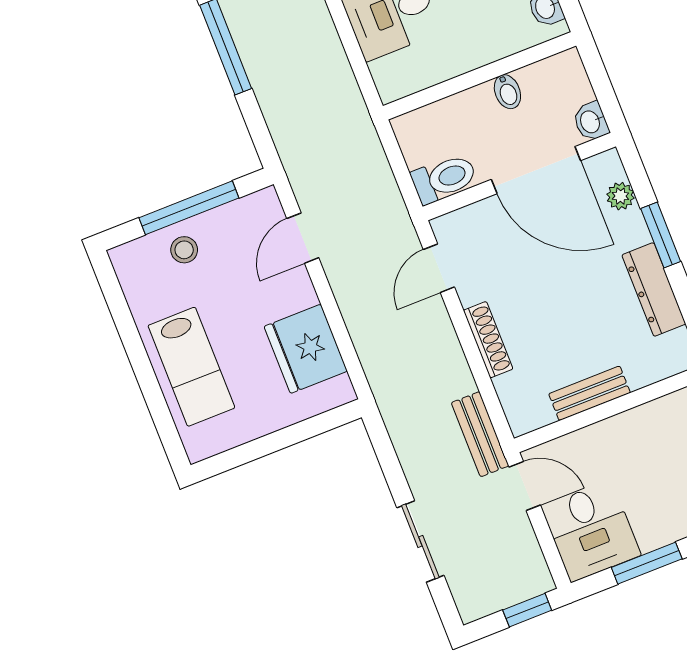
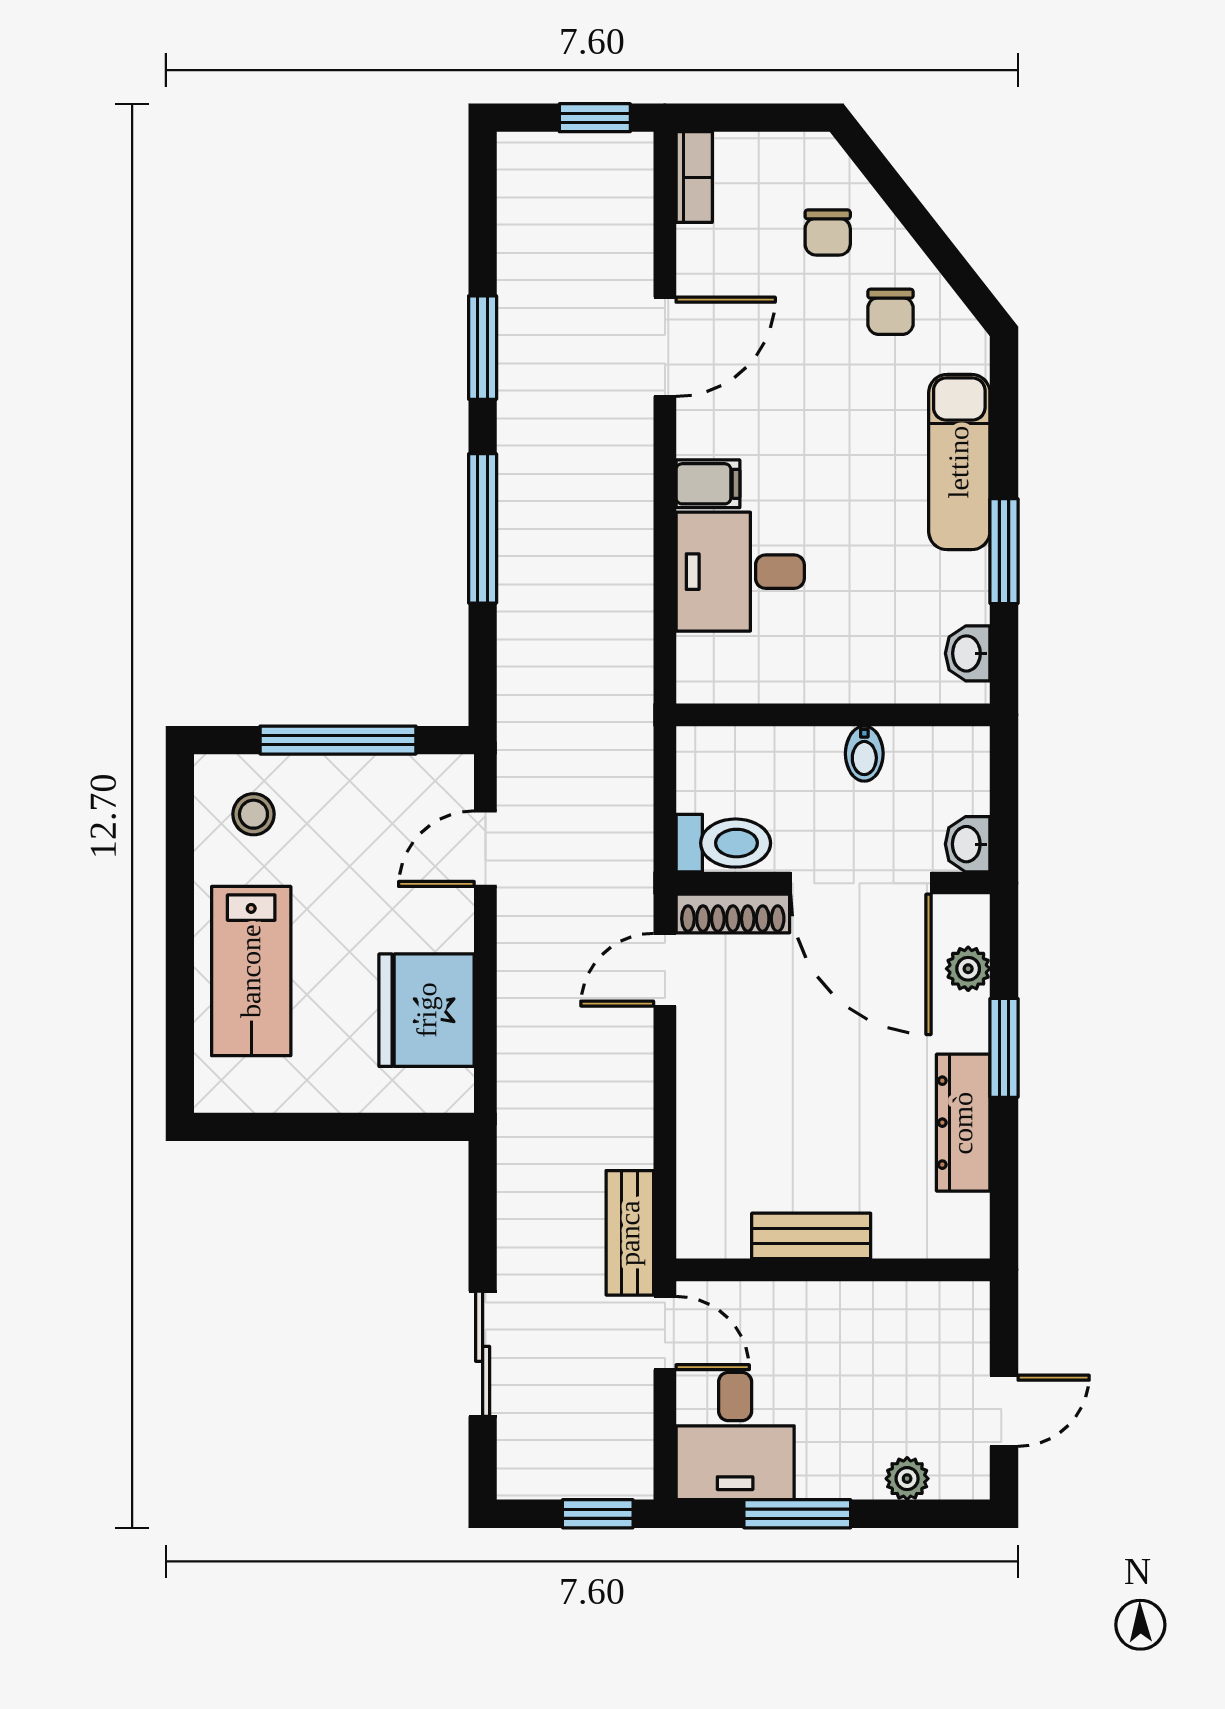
stool: (184, 250) -> (253, 814), moved
shoe rack: (488, 340) -> (733, 914), moved, turned 90

